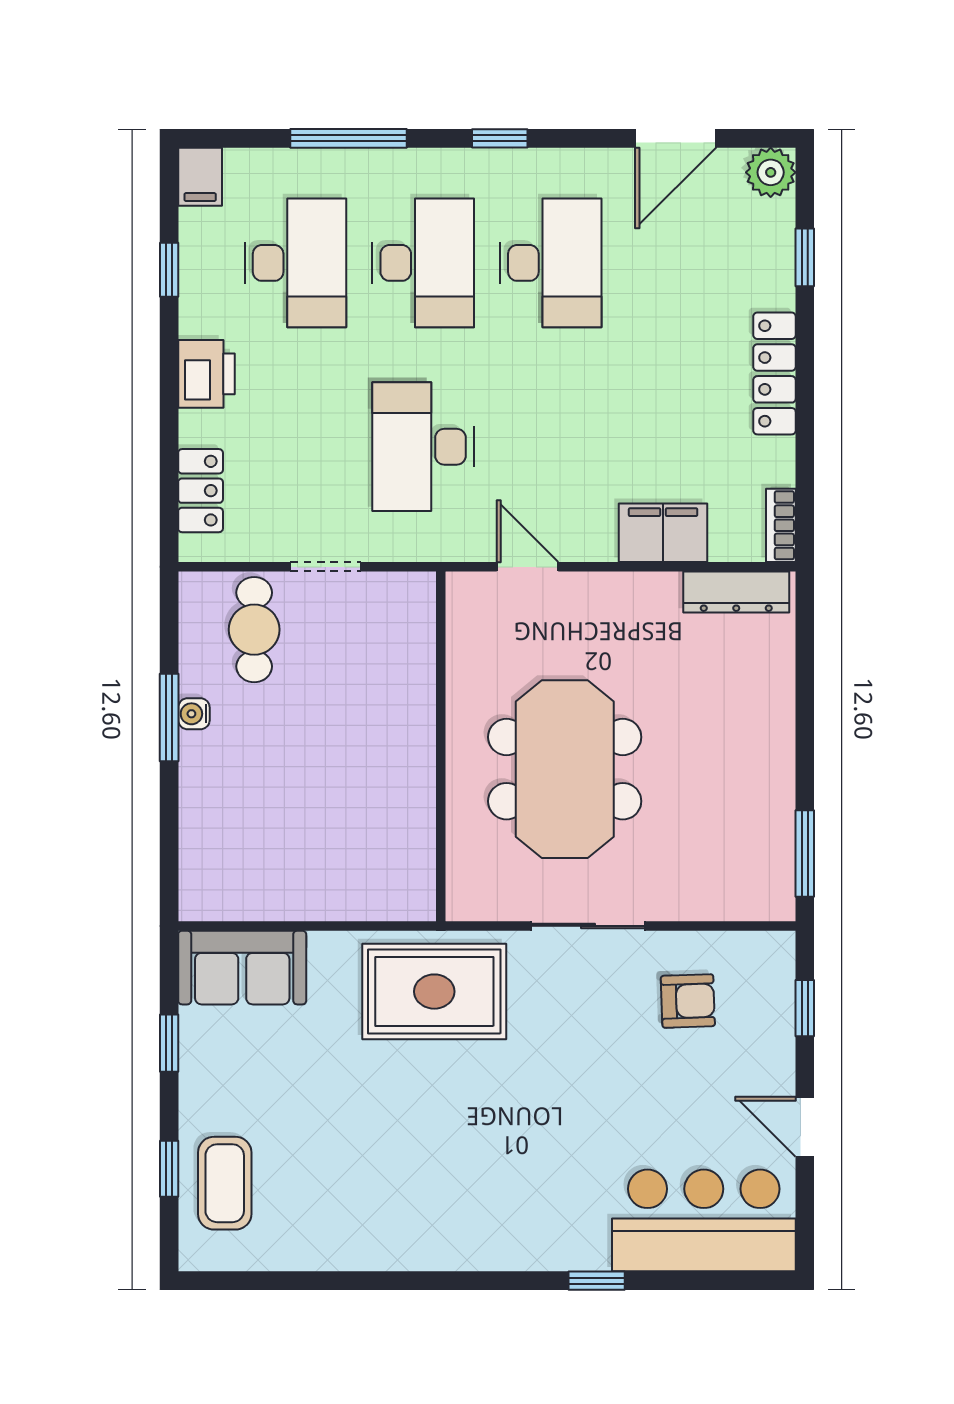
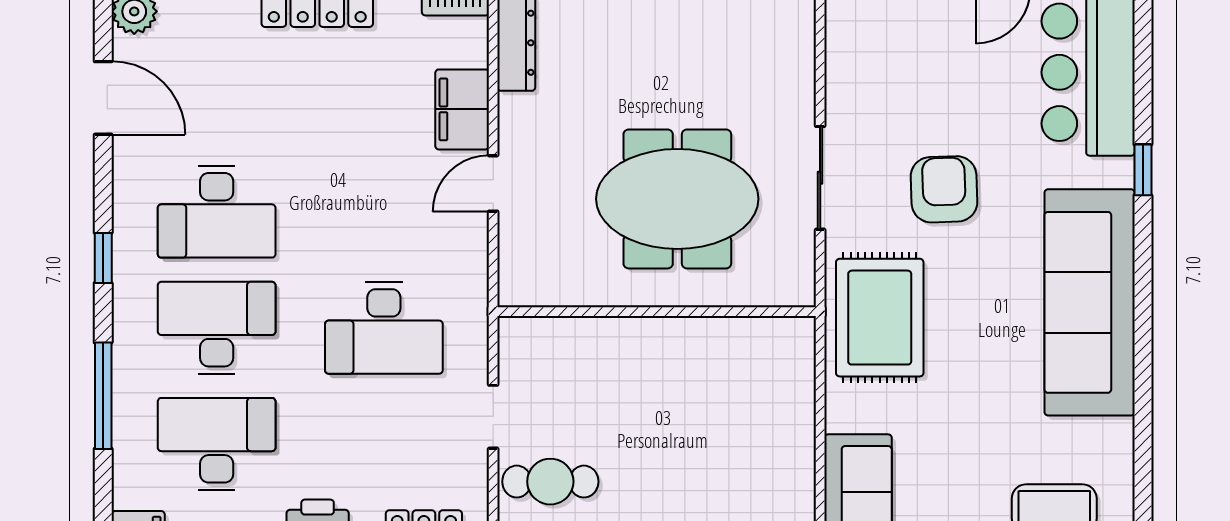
desk: (551, 263) -> (217, 212), turned 180
door: (528, 567) -> (493, 183), moved
armchair: (688, 1001) -> (944, 189), moved, width x1.38, depth x1.38
sofa: (451, 1222) -> (1090, 302), added

